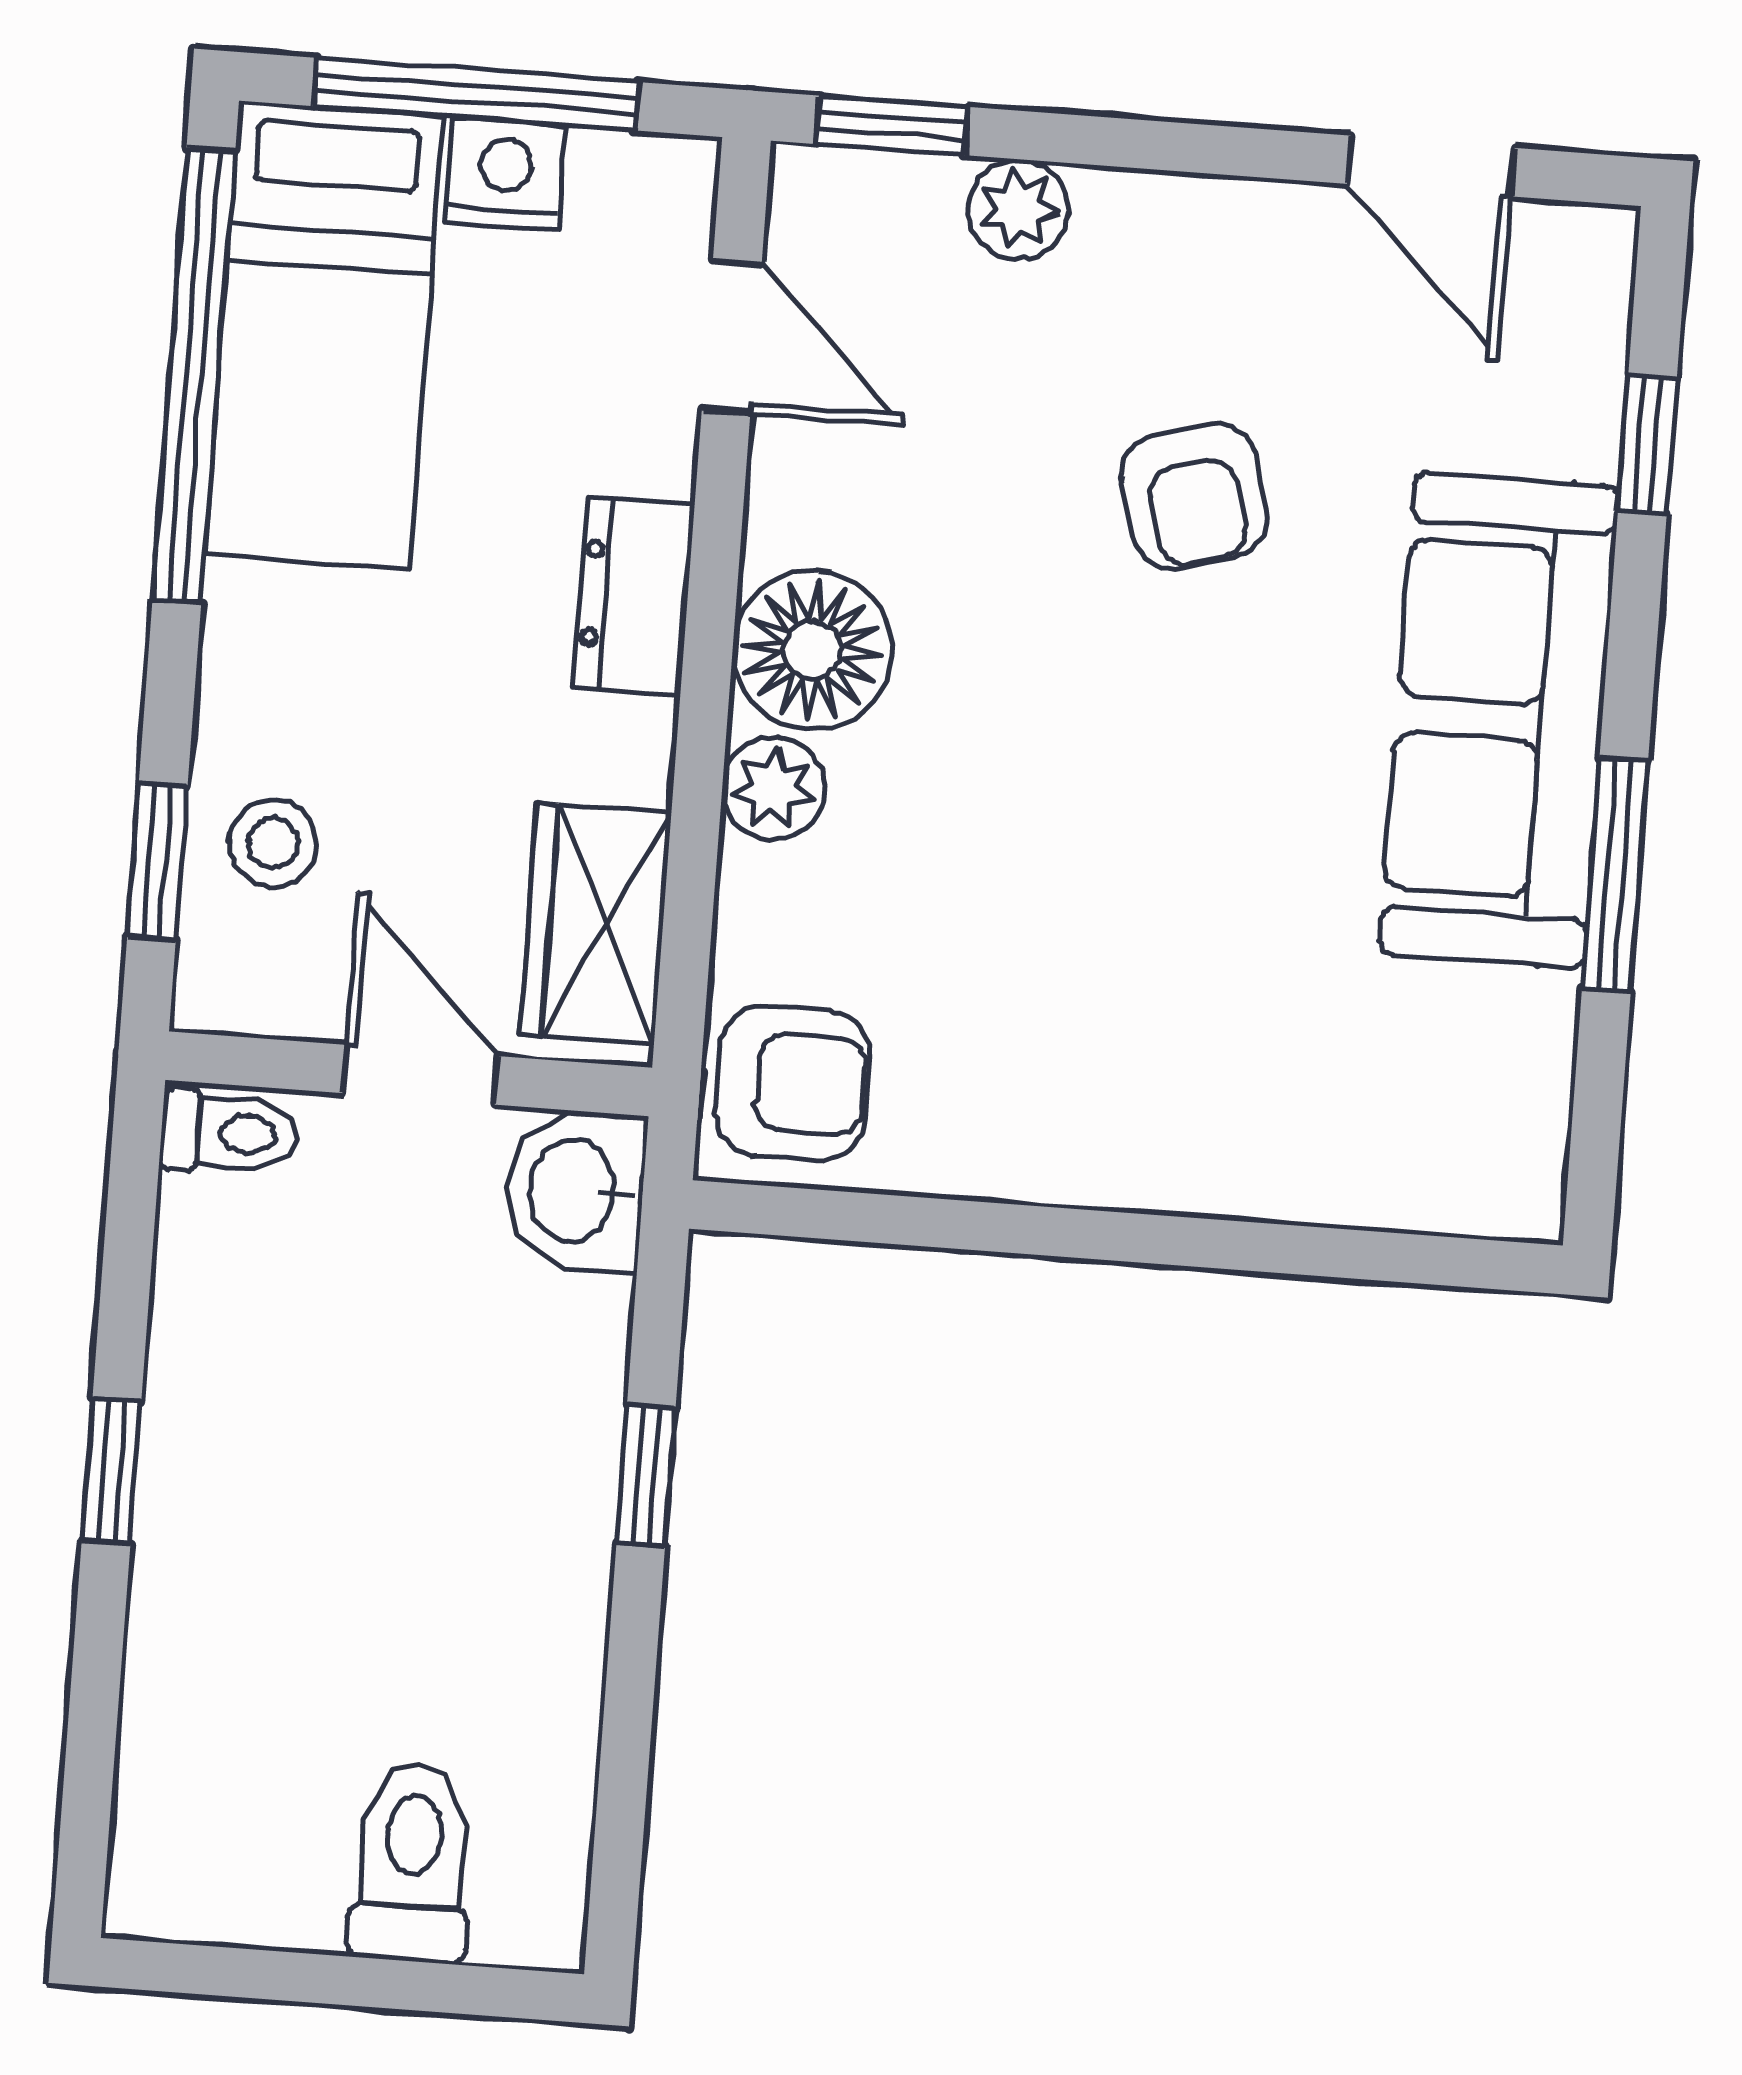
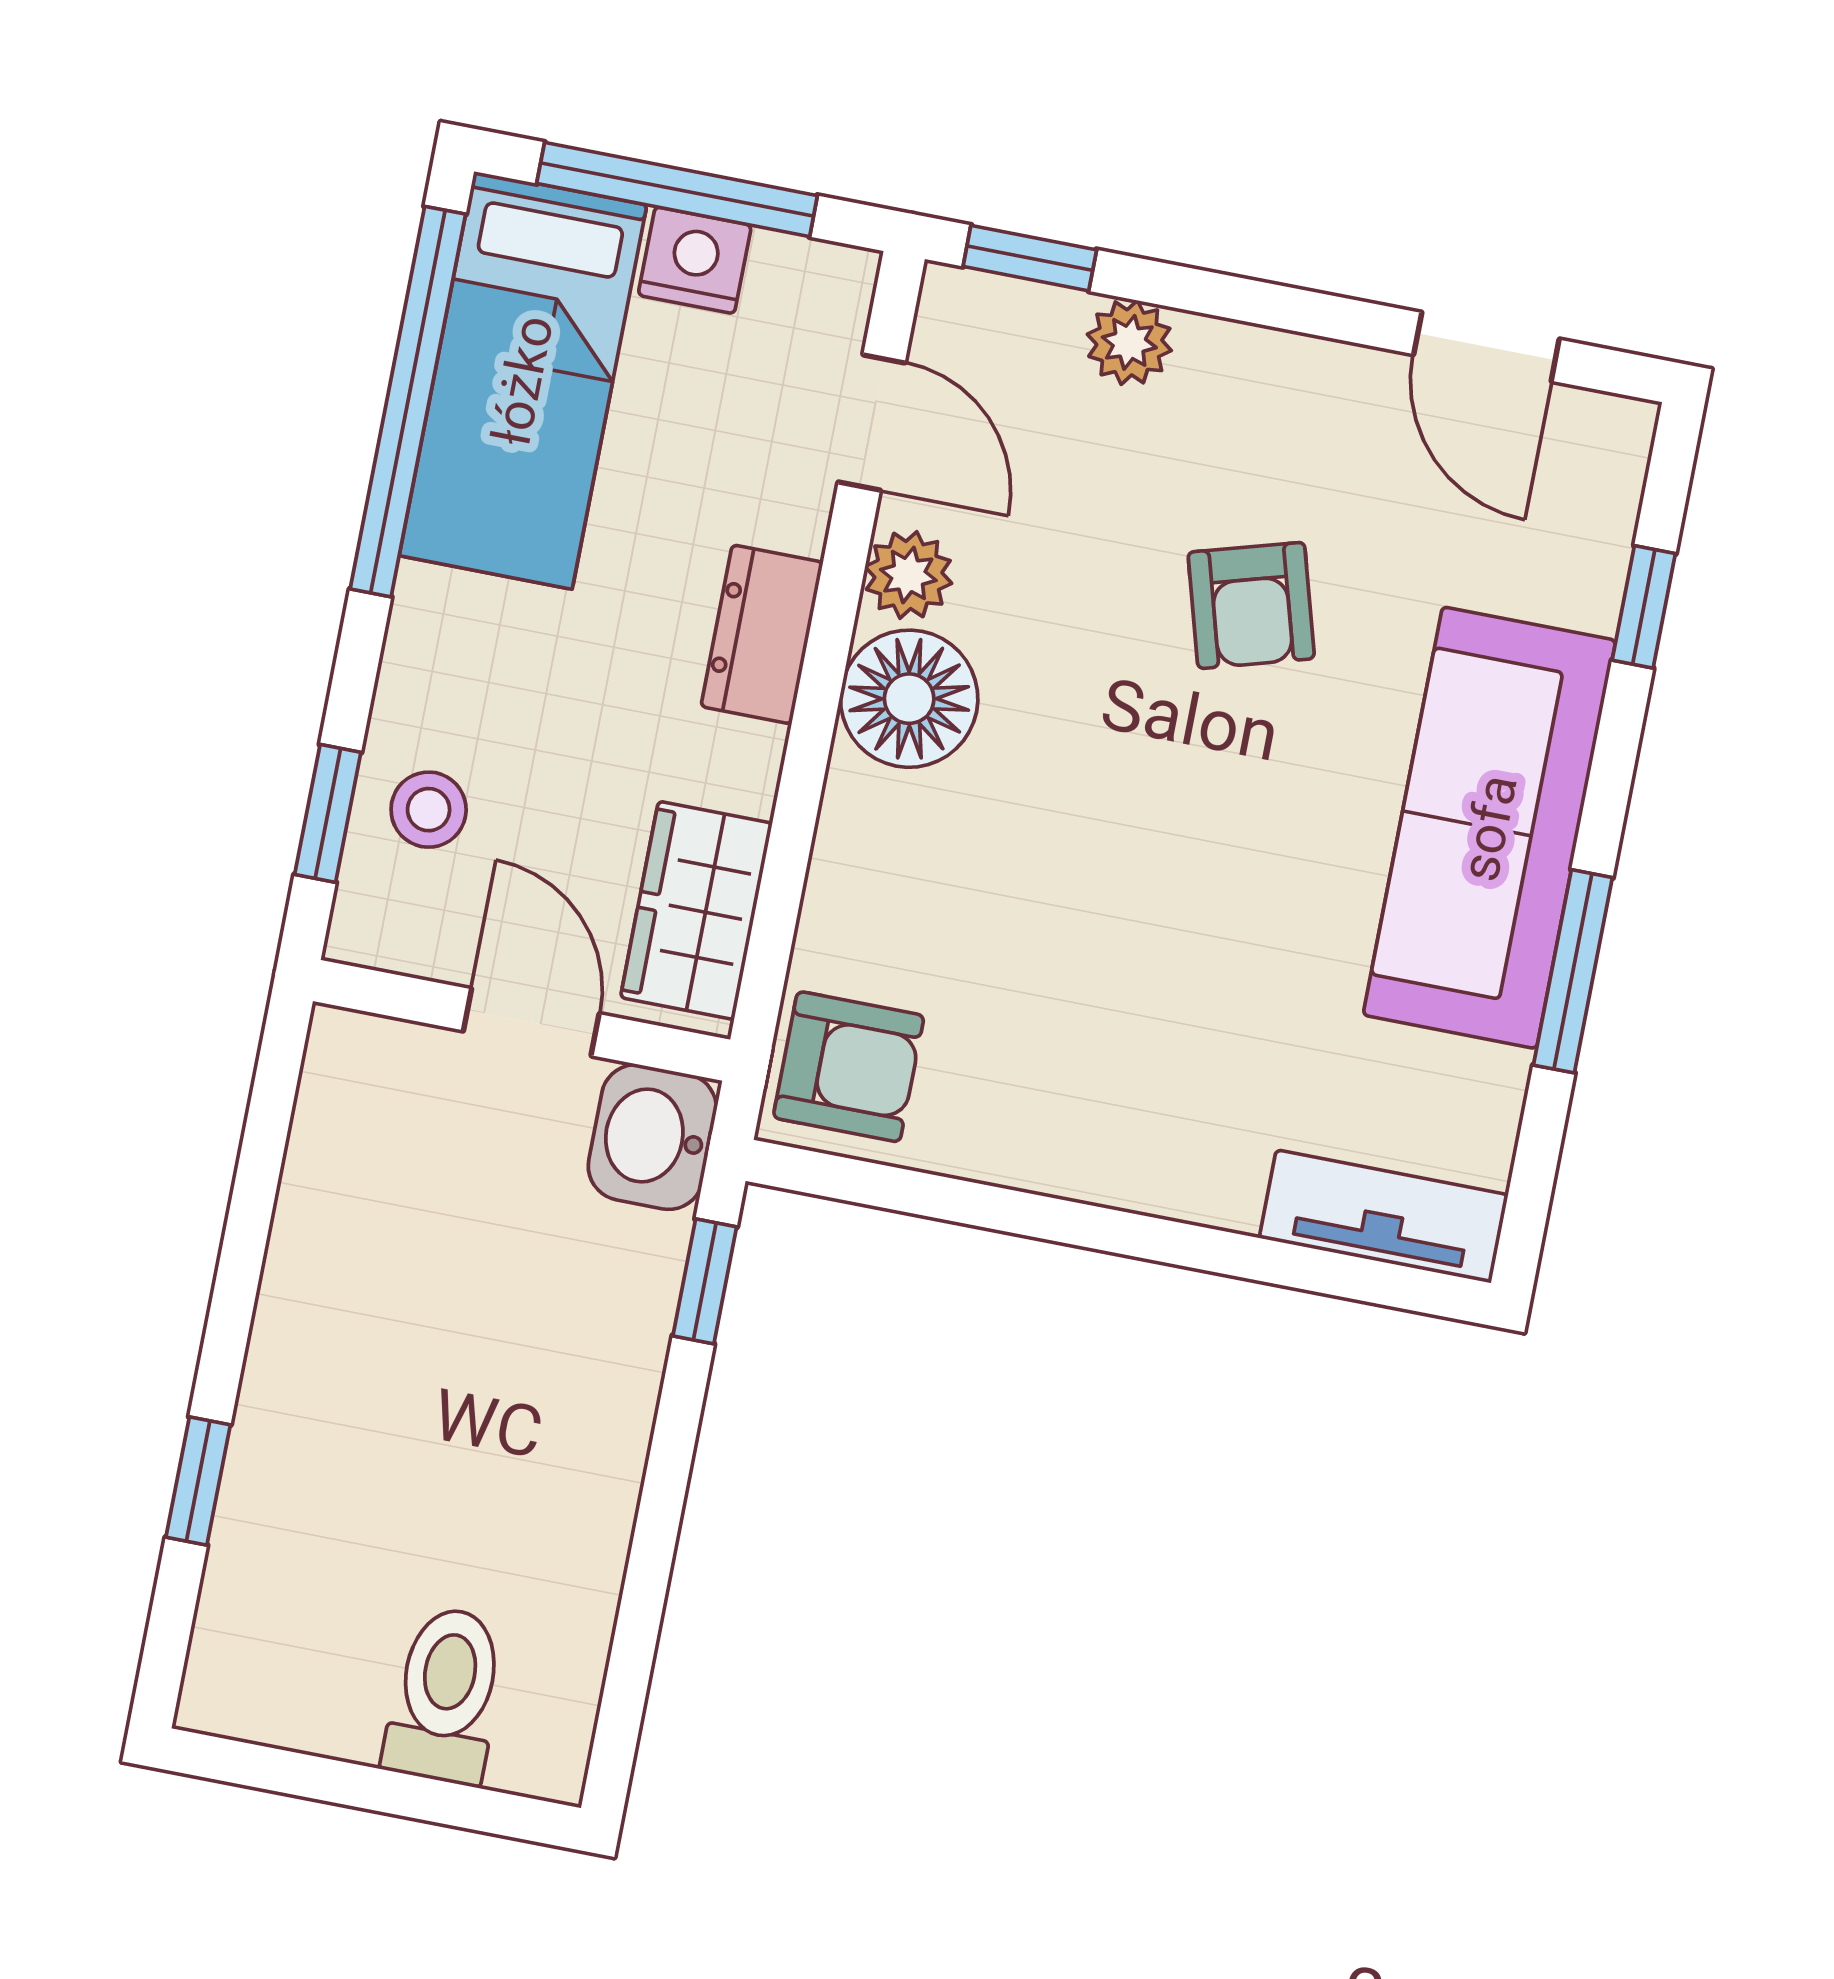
plant: (774, 789) -> (908, 575), moved
toilet: (229, 1133) -> (362, 1053), removed
tv unit: (1430, 1183) -> (1384, 1216), added
window: (112, 1471) -> (198, 1481), moved
window: (646, 1476) -> (705, 1281), moved

